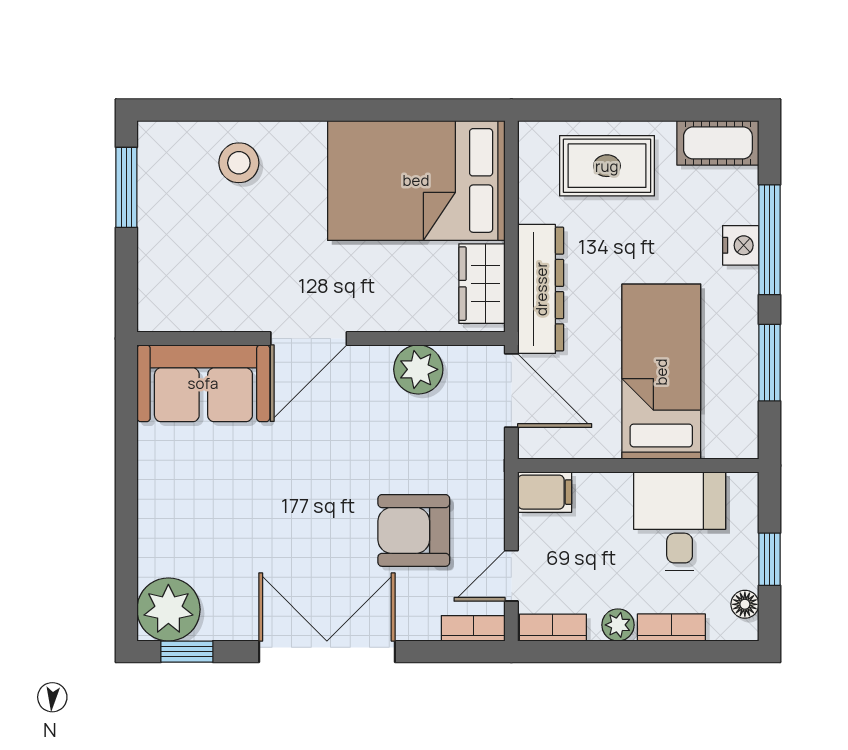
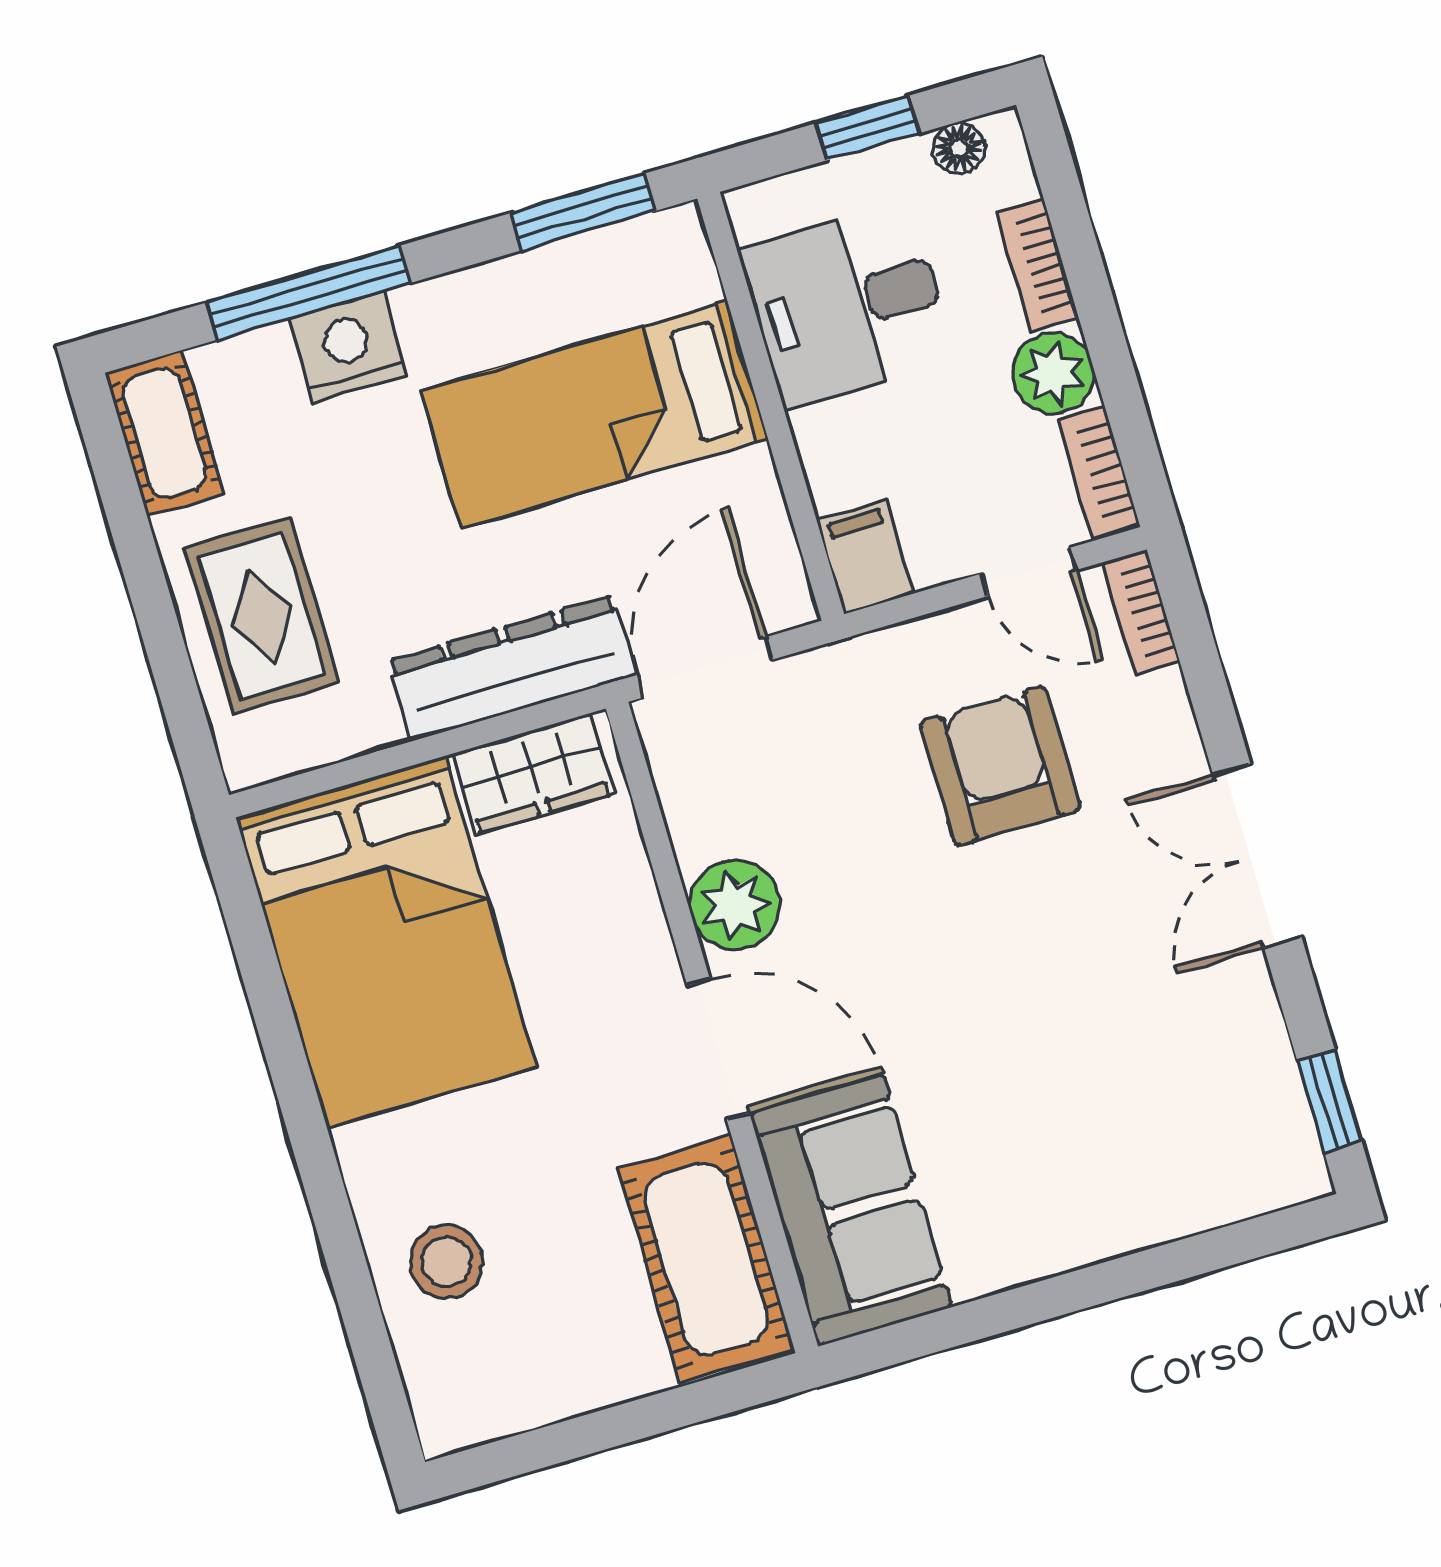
window: (126, 187) -> (548, 1446), removed
nightstand: (741, 245) -> (348, 347), width x1.36, depth x1.33
cot: (200, 300) -> (706, 1259), added
window: (769, 363) -> (583, 212), moved
plant: (418, 369) -> (735, 905), moved
armchair: (414, 530) -> (1000, 766), turned 180
plant: (168, 609) -> (1265, 1155), removed
plant: (618, 625) -> (1053, 373), width x1.38, depth x1.38
double door: (327, 652) -> (1257, 856), width x0.73

